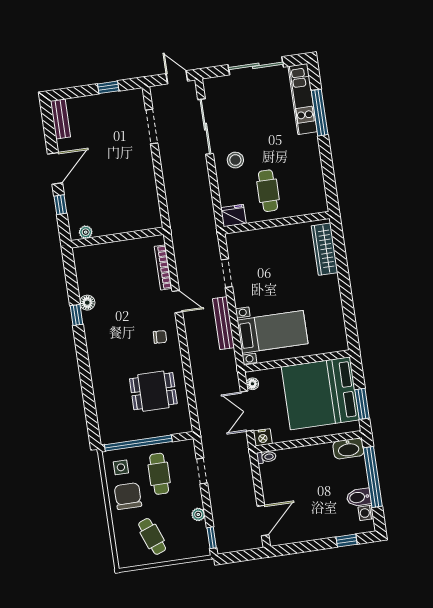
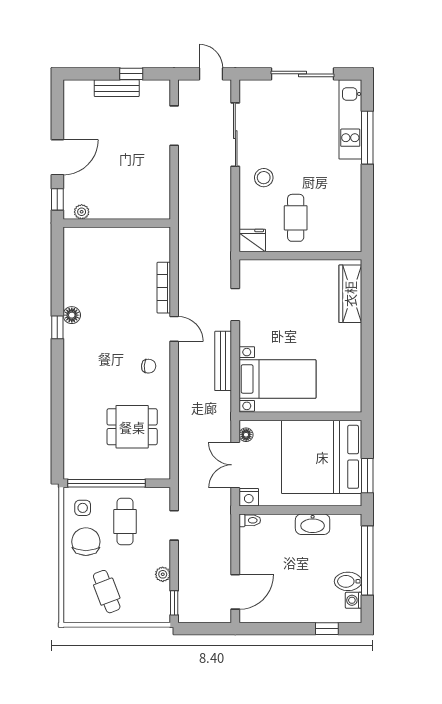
bench: (60, 119) -> (117, 88), moved, turned 90
plant: (86, 232) -> (82, 212), moved
wall: (117, 237) -> (117, 223), moved
washbasin: (348, 449) -> (313, 524), moved

